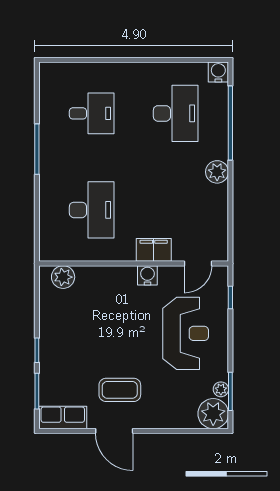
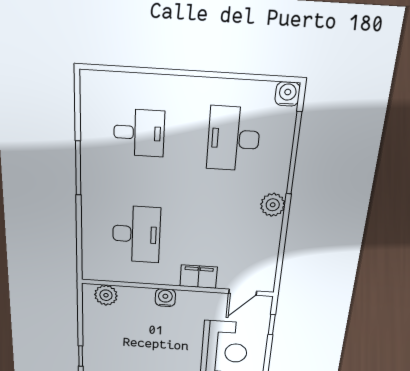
desk: (176, 113) -> (234, 139), turned 180
water cooler: (147, 275) -> (165, 298), moved

